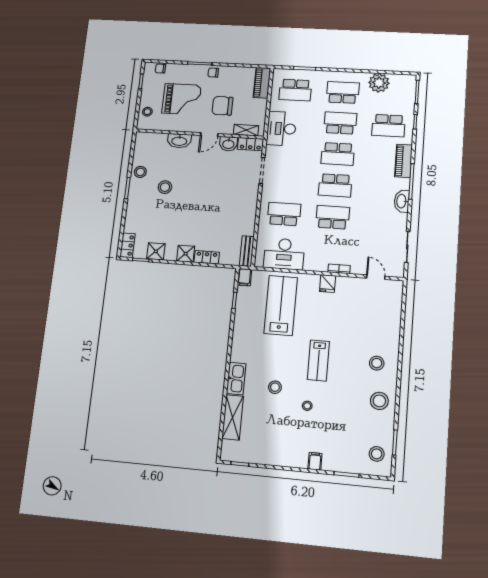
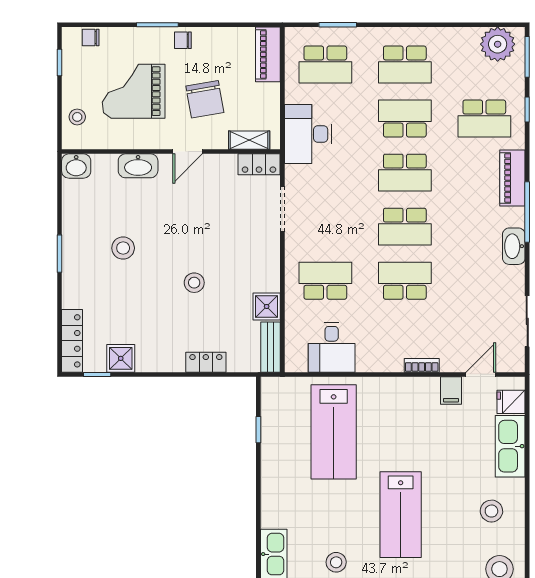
plant: (379, 83) -> (498, 44), moved
school desk: (343, 92) -> (405, 64), turned 180
grand piano: (182, 99) -> (134, 91), turned 180
chair: (222, 106) -> (205, 99), turned -100
washbasin: (228, 144) -> (76, 166), moved
stool: (140, 172) -> (194, 283), moved
locker: (128, 245) -> (72, 341), width x1.53
shower: (186, 254) -> (267, 306), moved
desk: (284, 254) -> (332, 347), width x0.73
filing cabinet: (244, 277) -> (451, 391), moved
door: (376, 277) -> (481, 374), hinge flipped
fridge: (328, 284) -> (511, 402), moved, turned 90
lab bench: (281, 305) -> (334, 432), turned 180
kitchen sink: (391, 323) -> (510, 446), added
lab bench: (318, 360) -> (401, 515), width x1.36, depth x1.39

